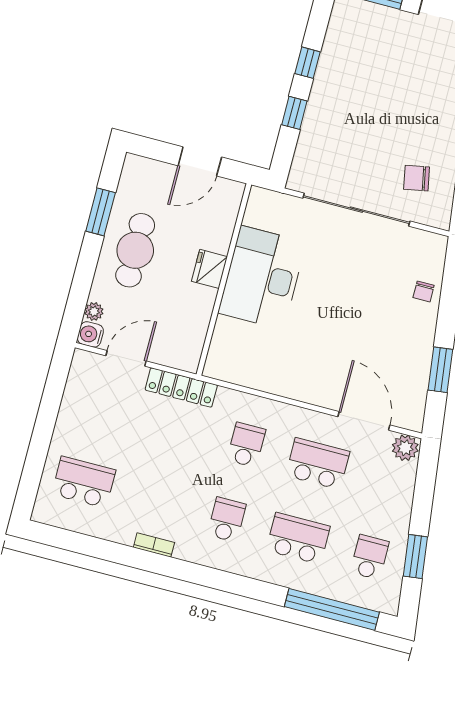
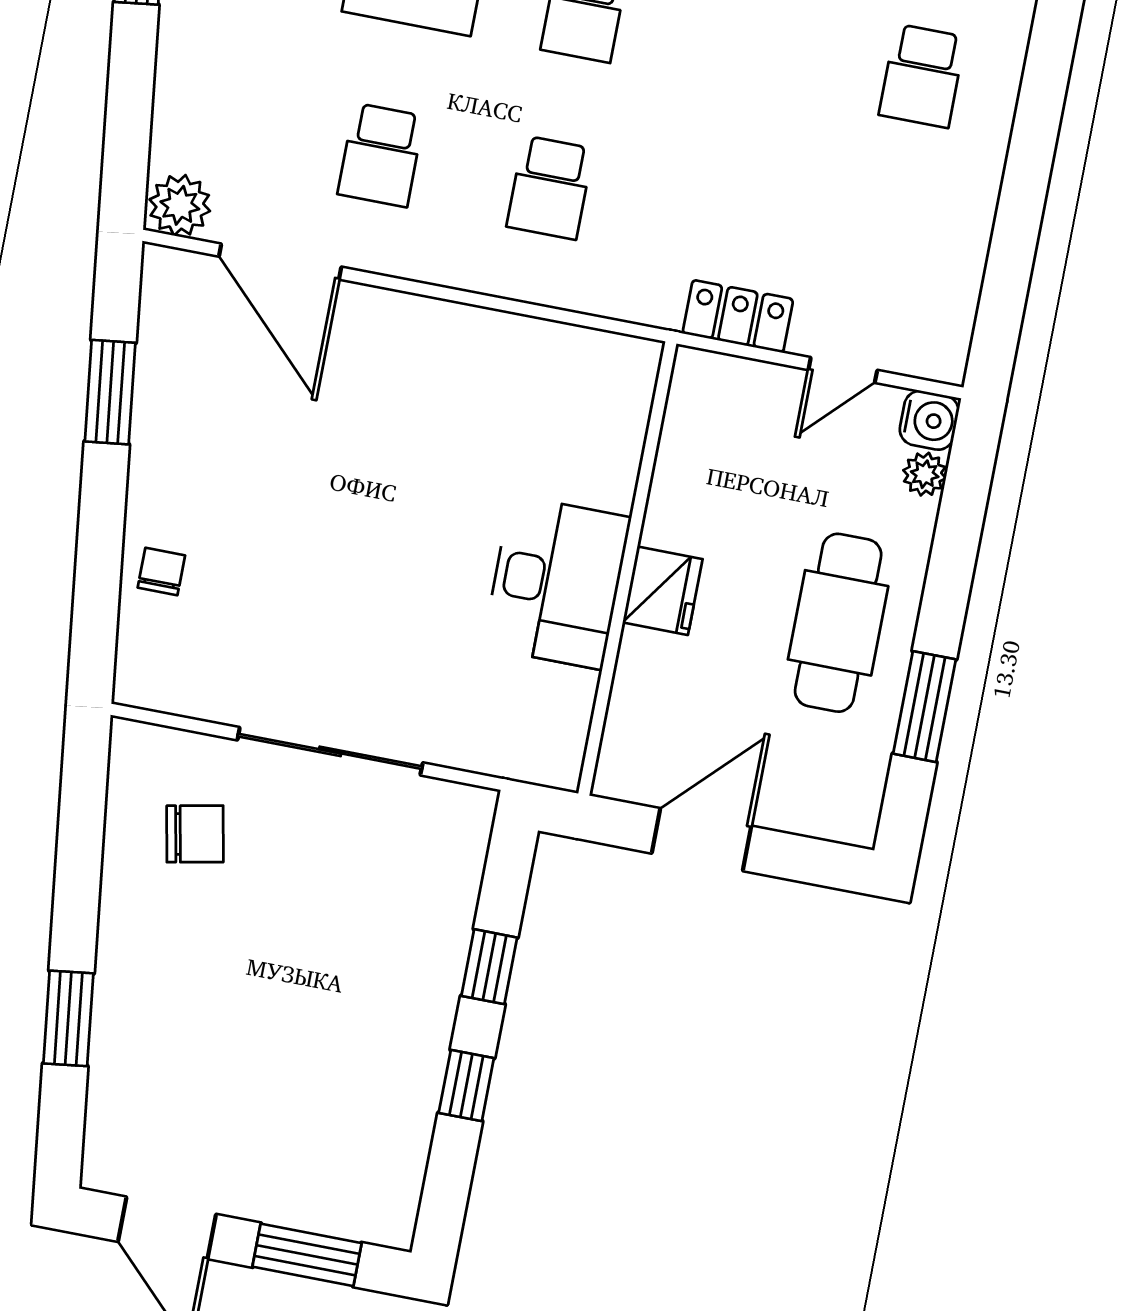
sliding door: (356, 210) -> (330, 751), width x0.73
desk: (262, 278) -> (557, 582), width x0.73, depth x0.77
door: (126, 358) -> (843, 370), width x0.73
locker: (181, 387) -> (738, 316), width x0.66
school desk: (318, 464) -> (381, 155), width x0.54
school desk: (84, 482) -> (922, 76), width x0.54

